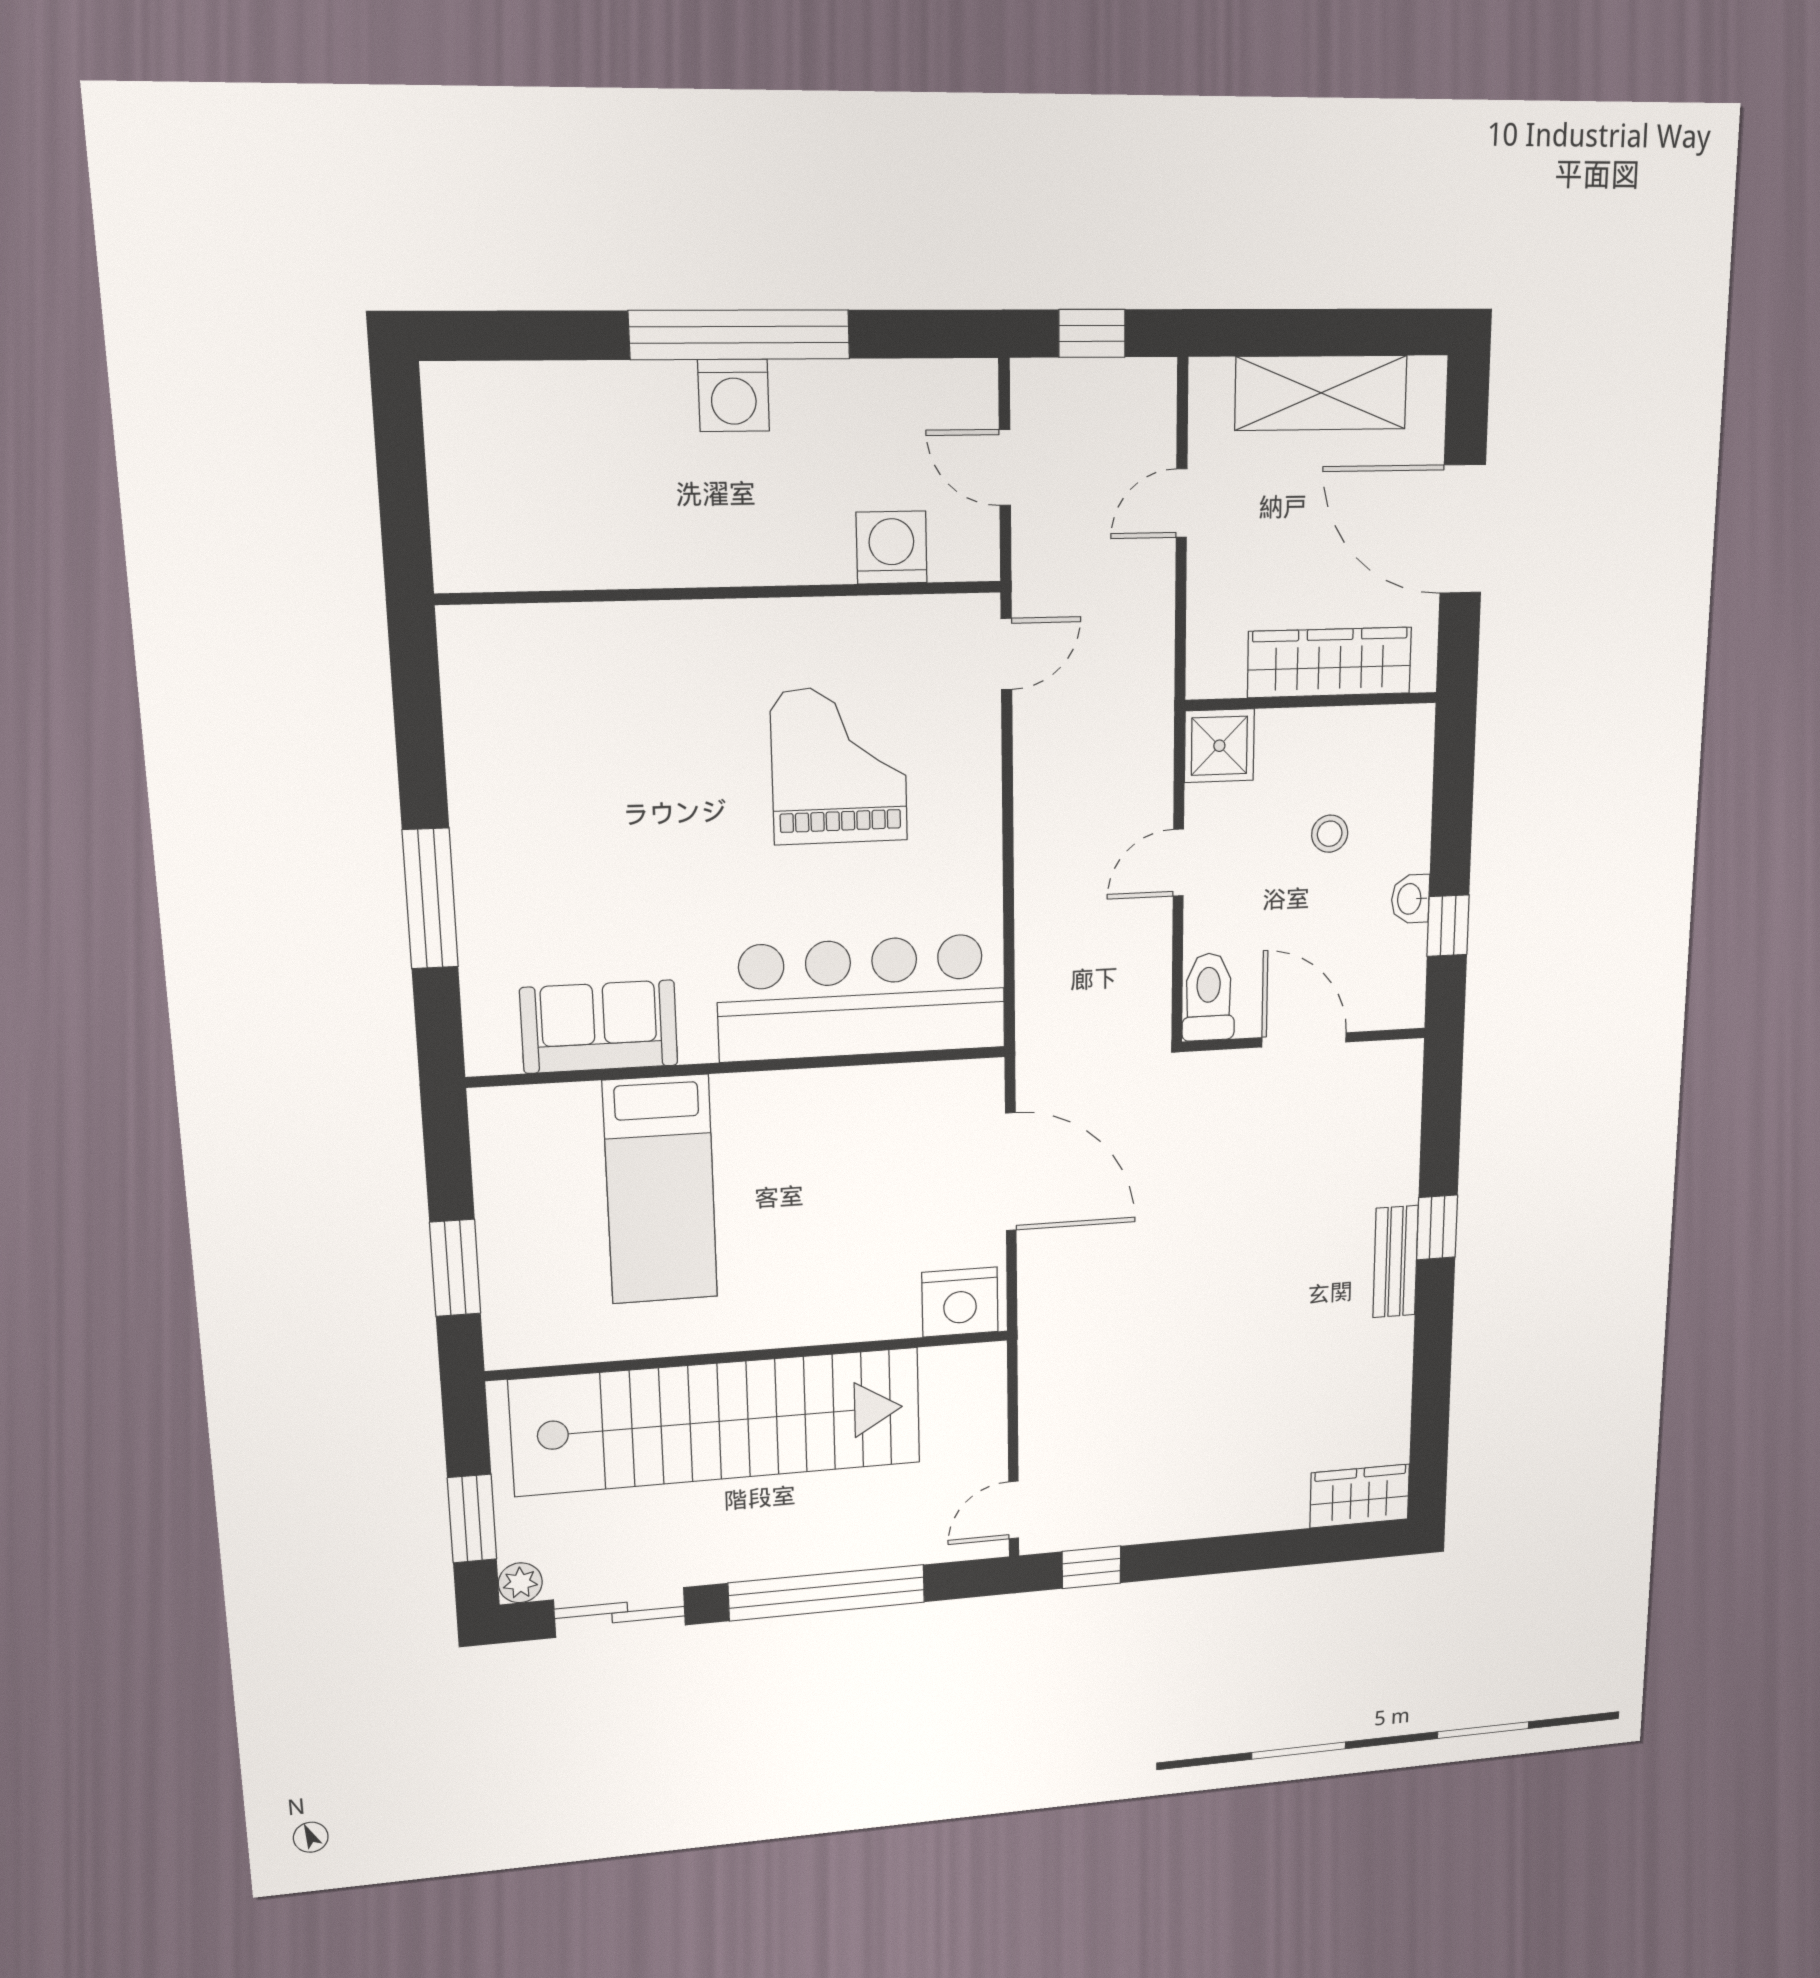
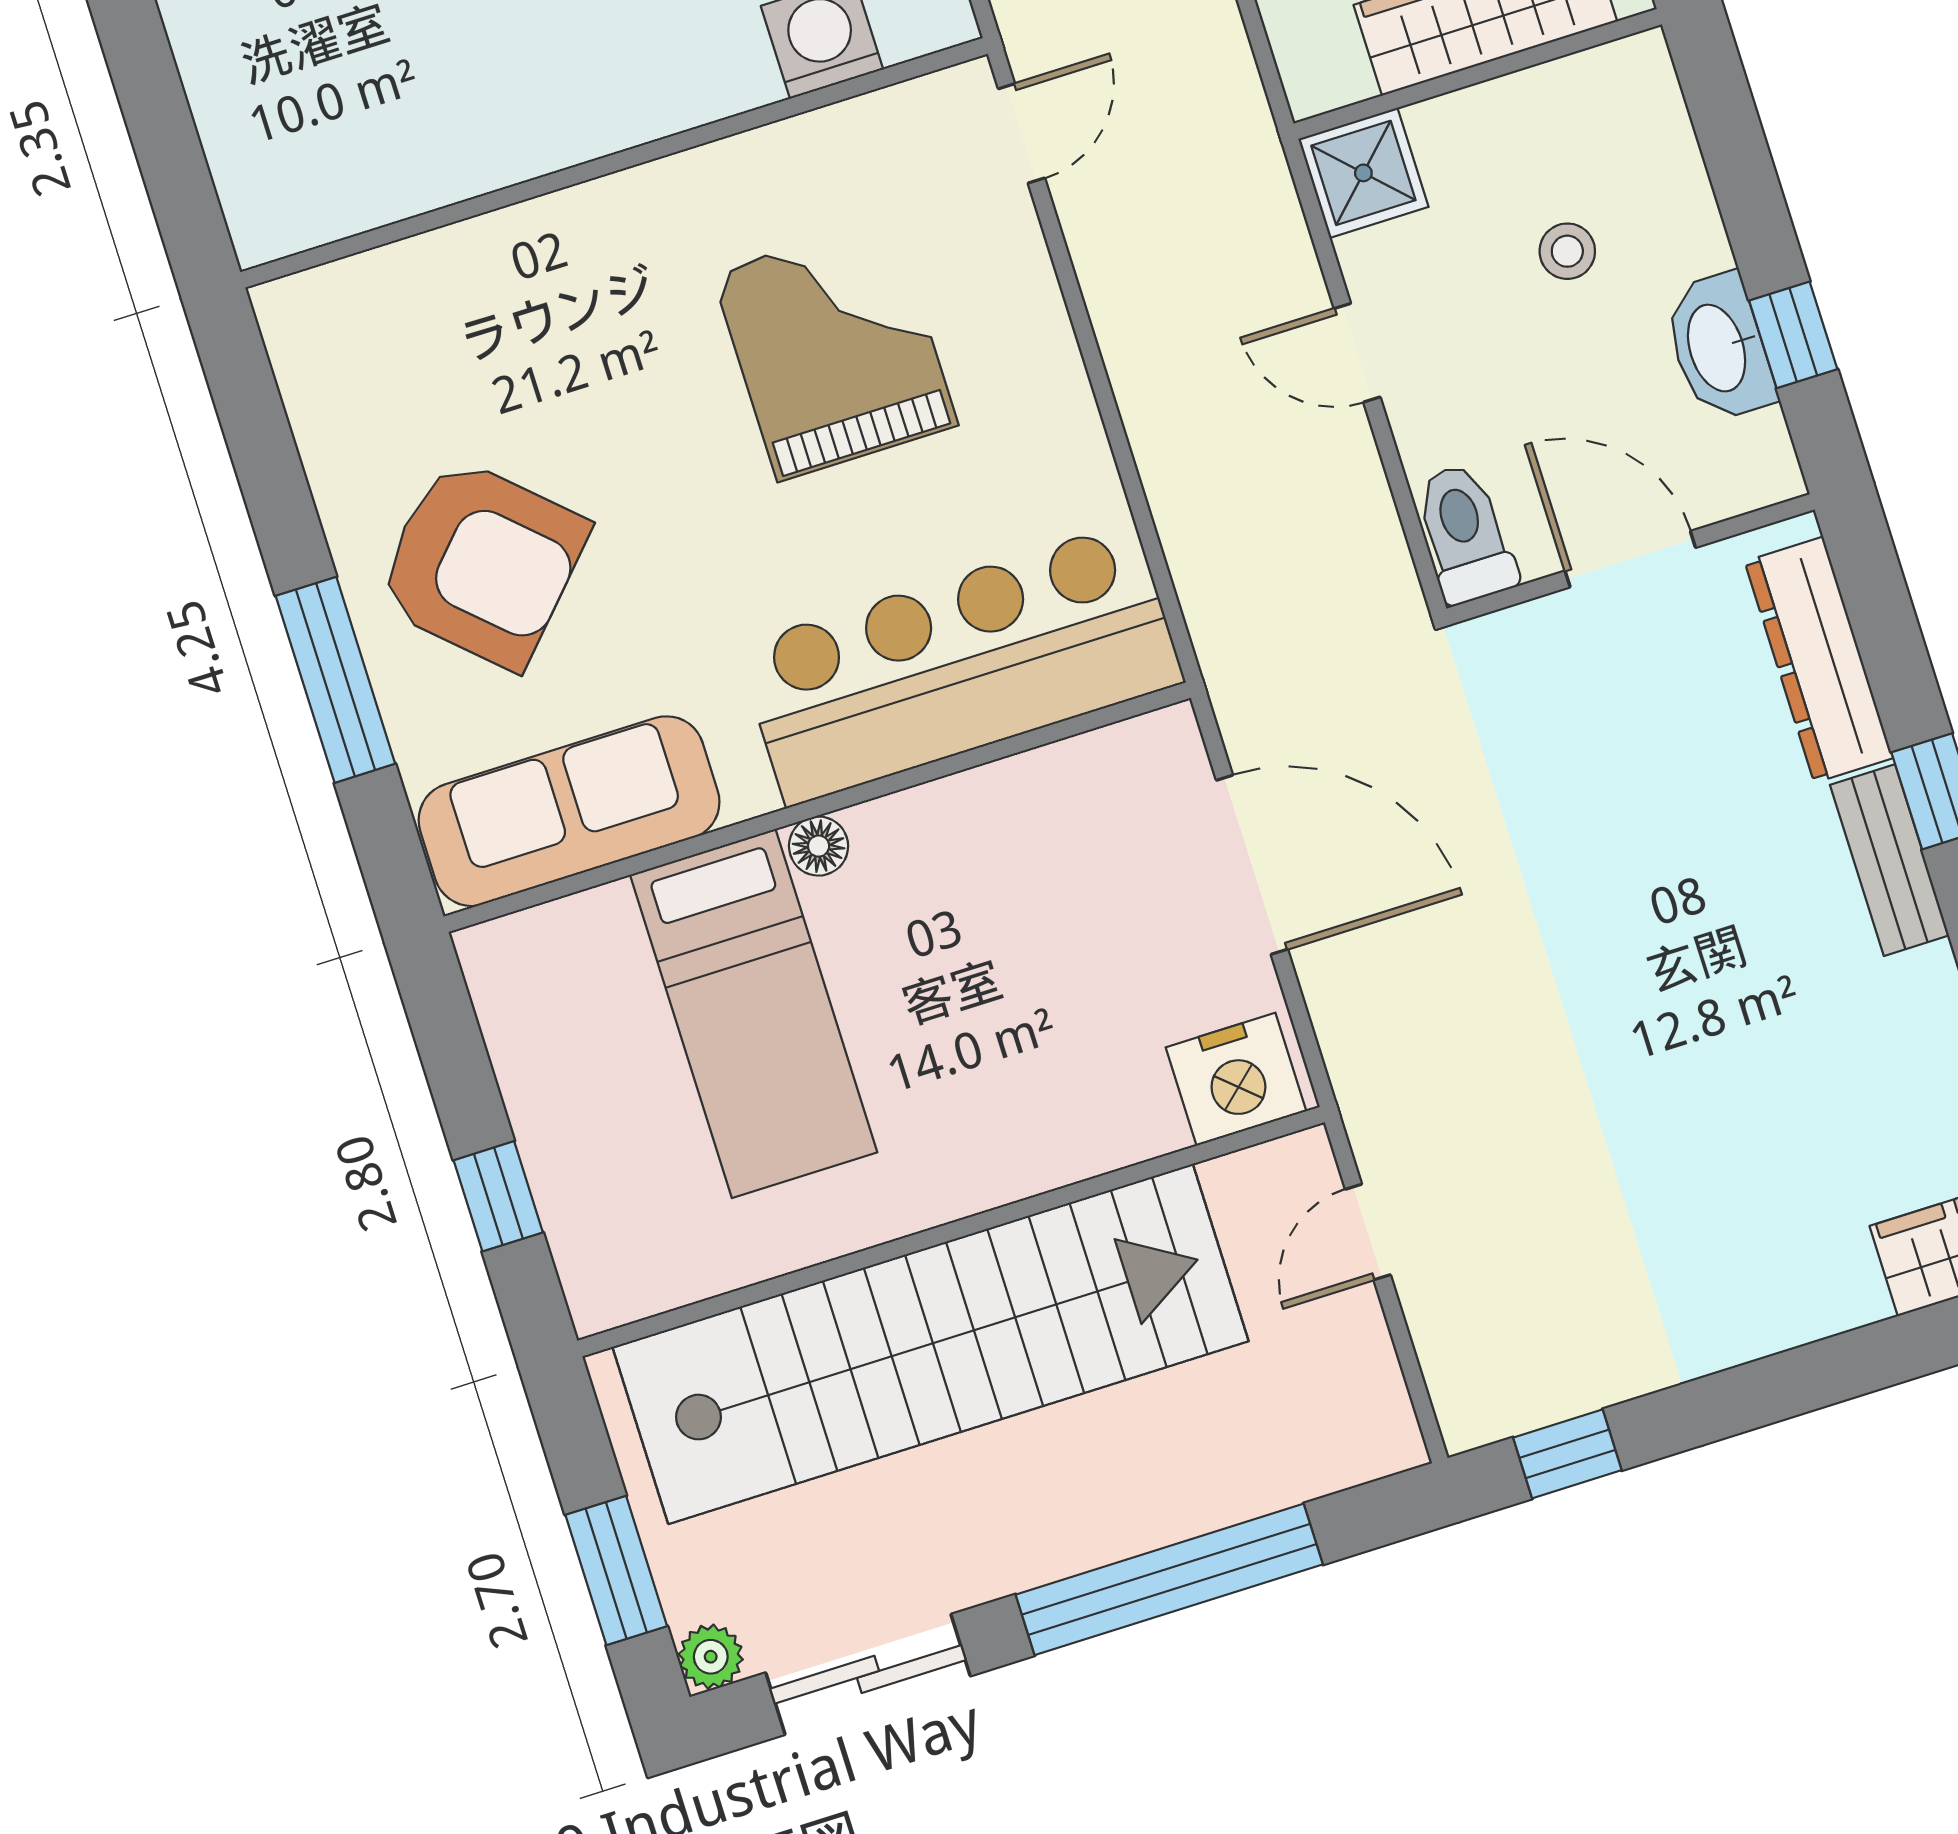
armchair: (555, 845) -> (482, 563), added
door: (1178, 863) -> (1357, 353), hinge flipped
washbasin: (1410, 899) -> (1719, 347), width x1.91, depth x1.45
sofa: (599, 1027) -> (569, 811), width x1.36
floor lamp: (734, 1092) -> (819, 846), added
dresser: (1395, 1131) -> (1819, 660), added
window: (455, 1268) -> (498, 1196), width x0.67
door: (1014, 1510) -> (1368, 1232), moved

